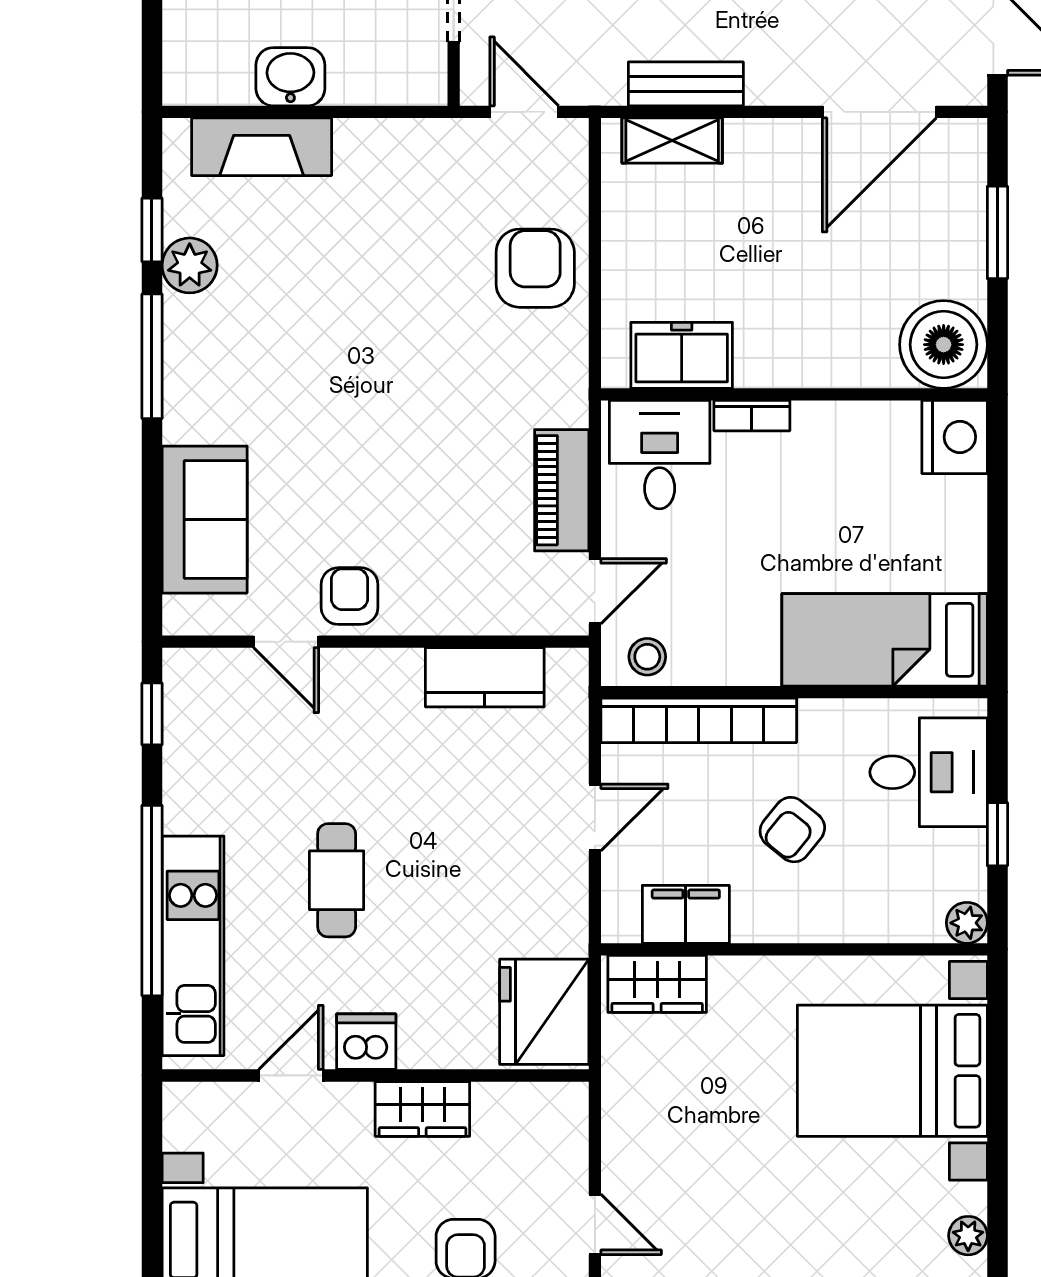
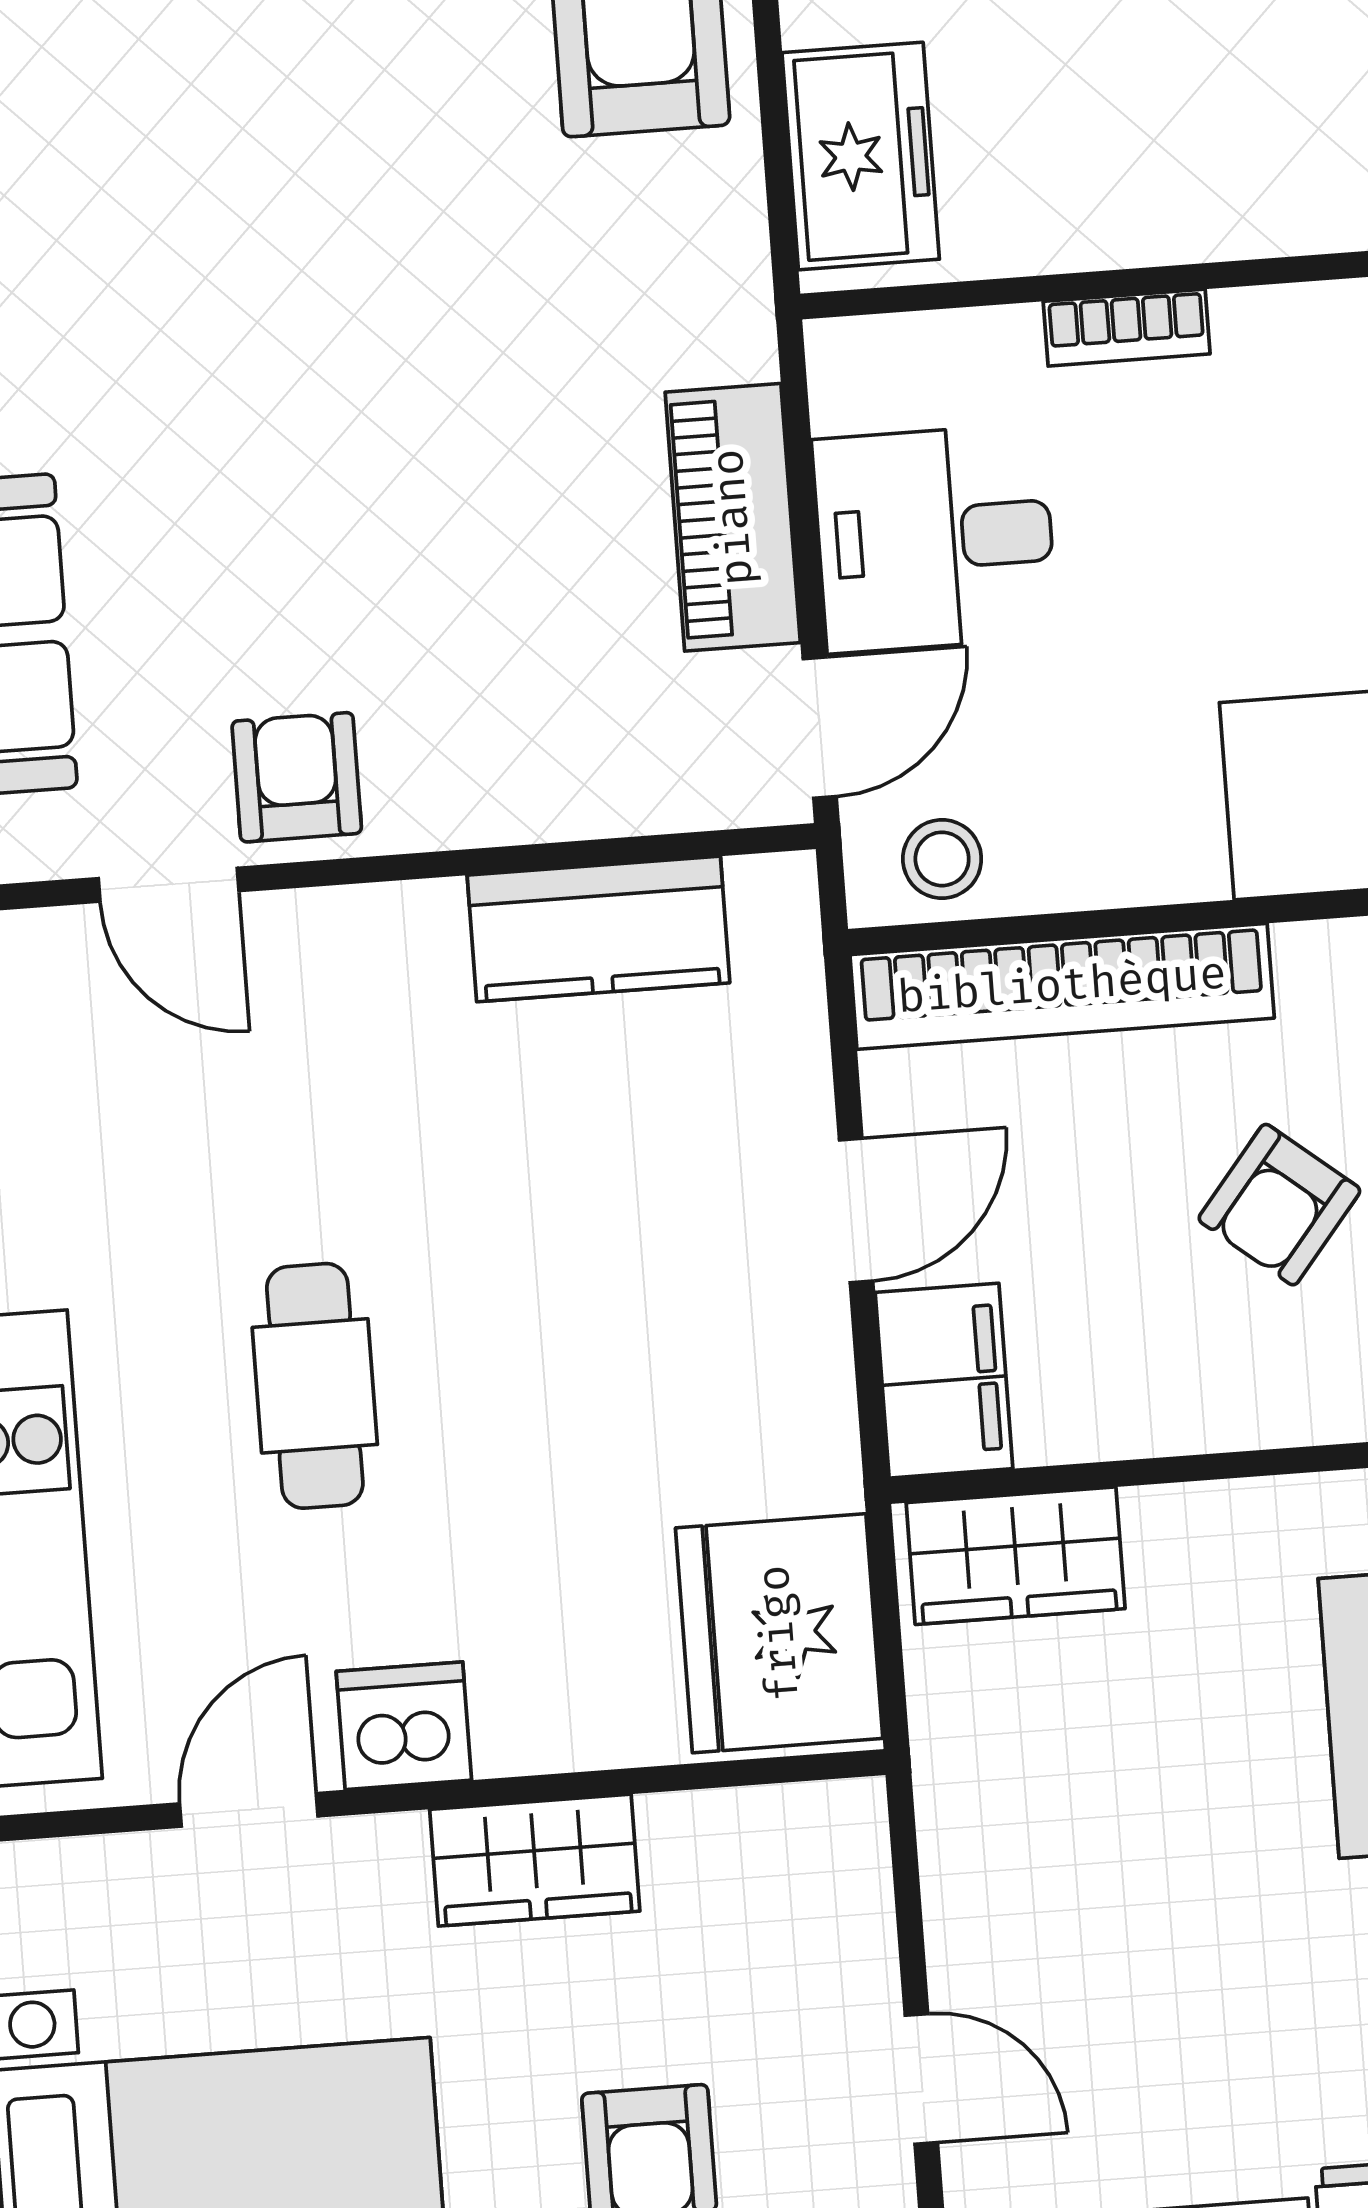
freezer: (682, 355) -> (861, 156), moved, turned 90
desk: (660, 455) -> (935, 538), moved, turned -90
filing cabinet: (686, 914) -> (944, 1381), moved, turned 90

